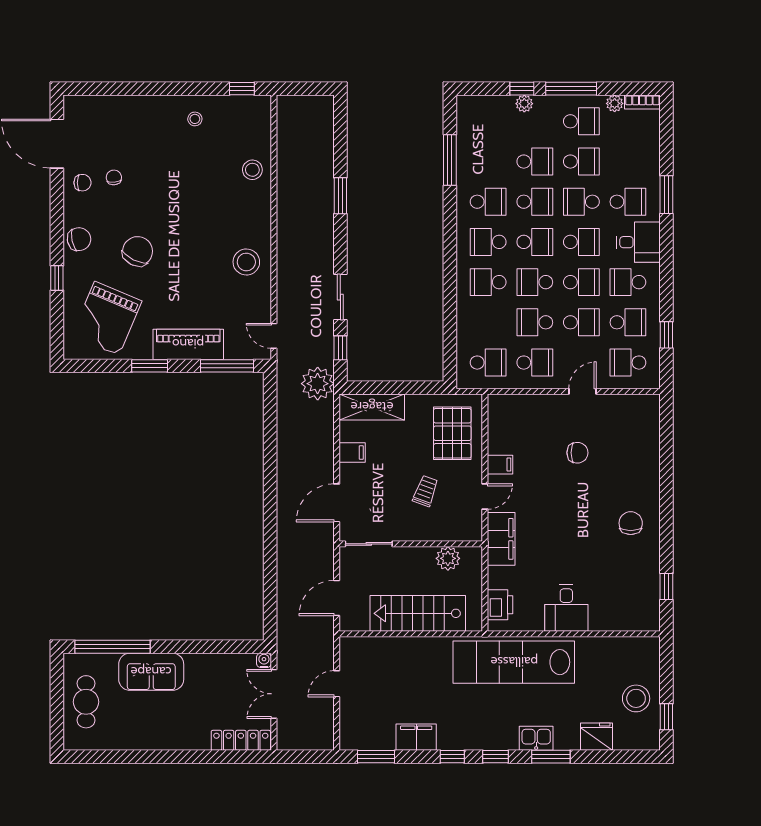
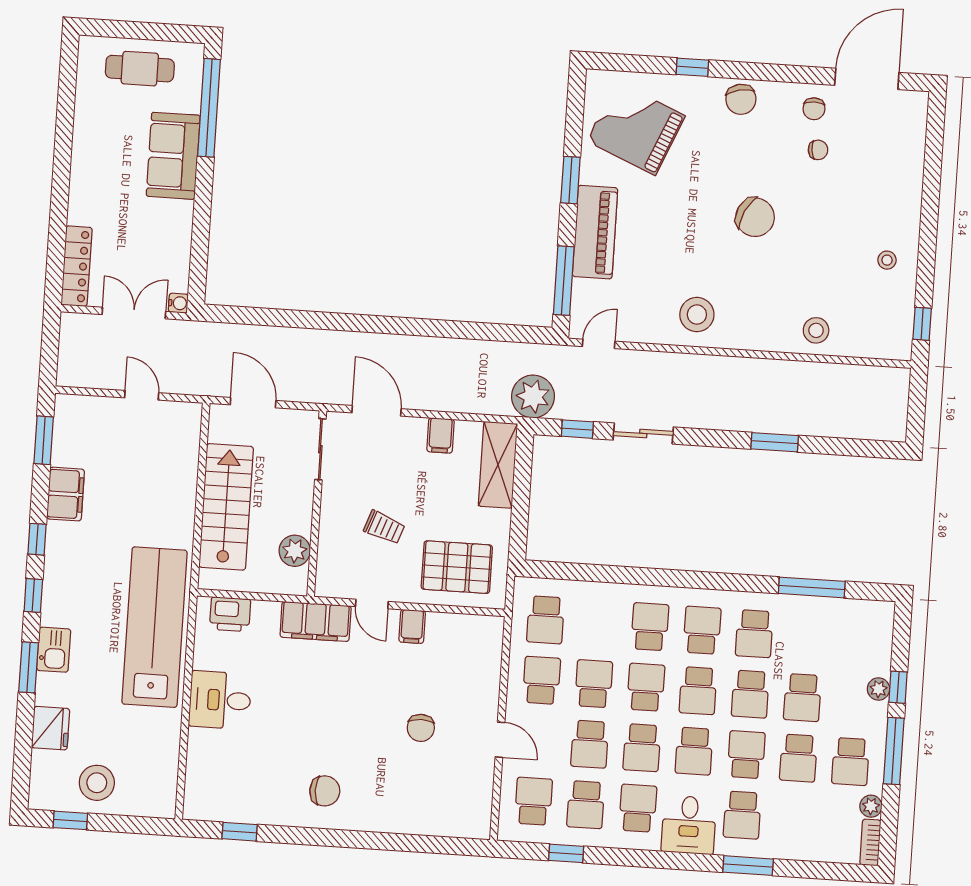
chair: (138, 251) -> (755, 217), moved
school desk: (535, 363) -> (542, 680), turned 180

